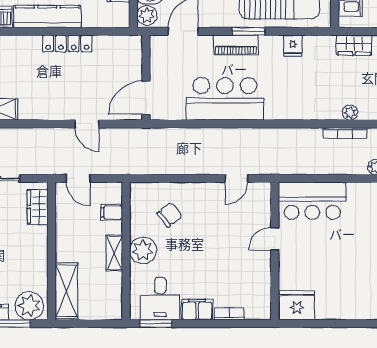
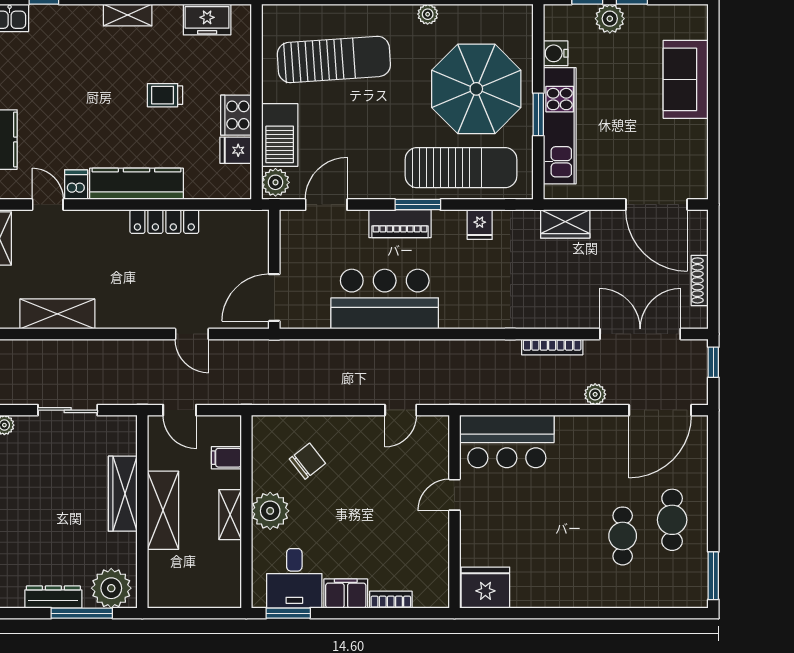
plant: (350, 113) -> (559, 318), removed
wardrobe: (38, 207) -> (123, 494), moved, width x1.50
shelving: (66, 291) -> (163, 510), moved

